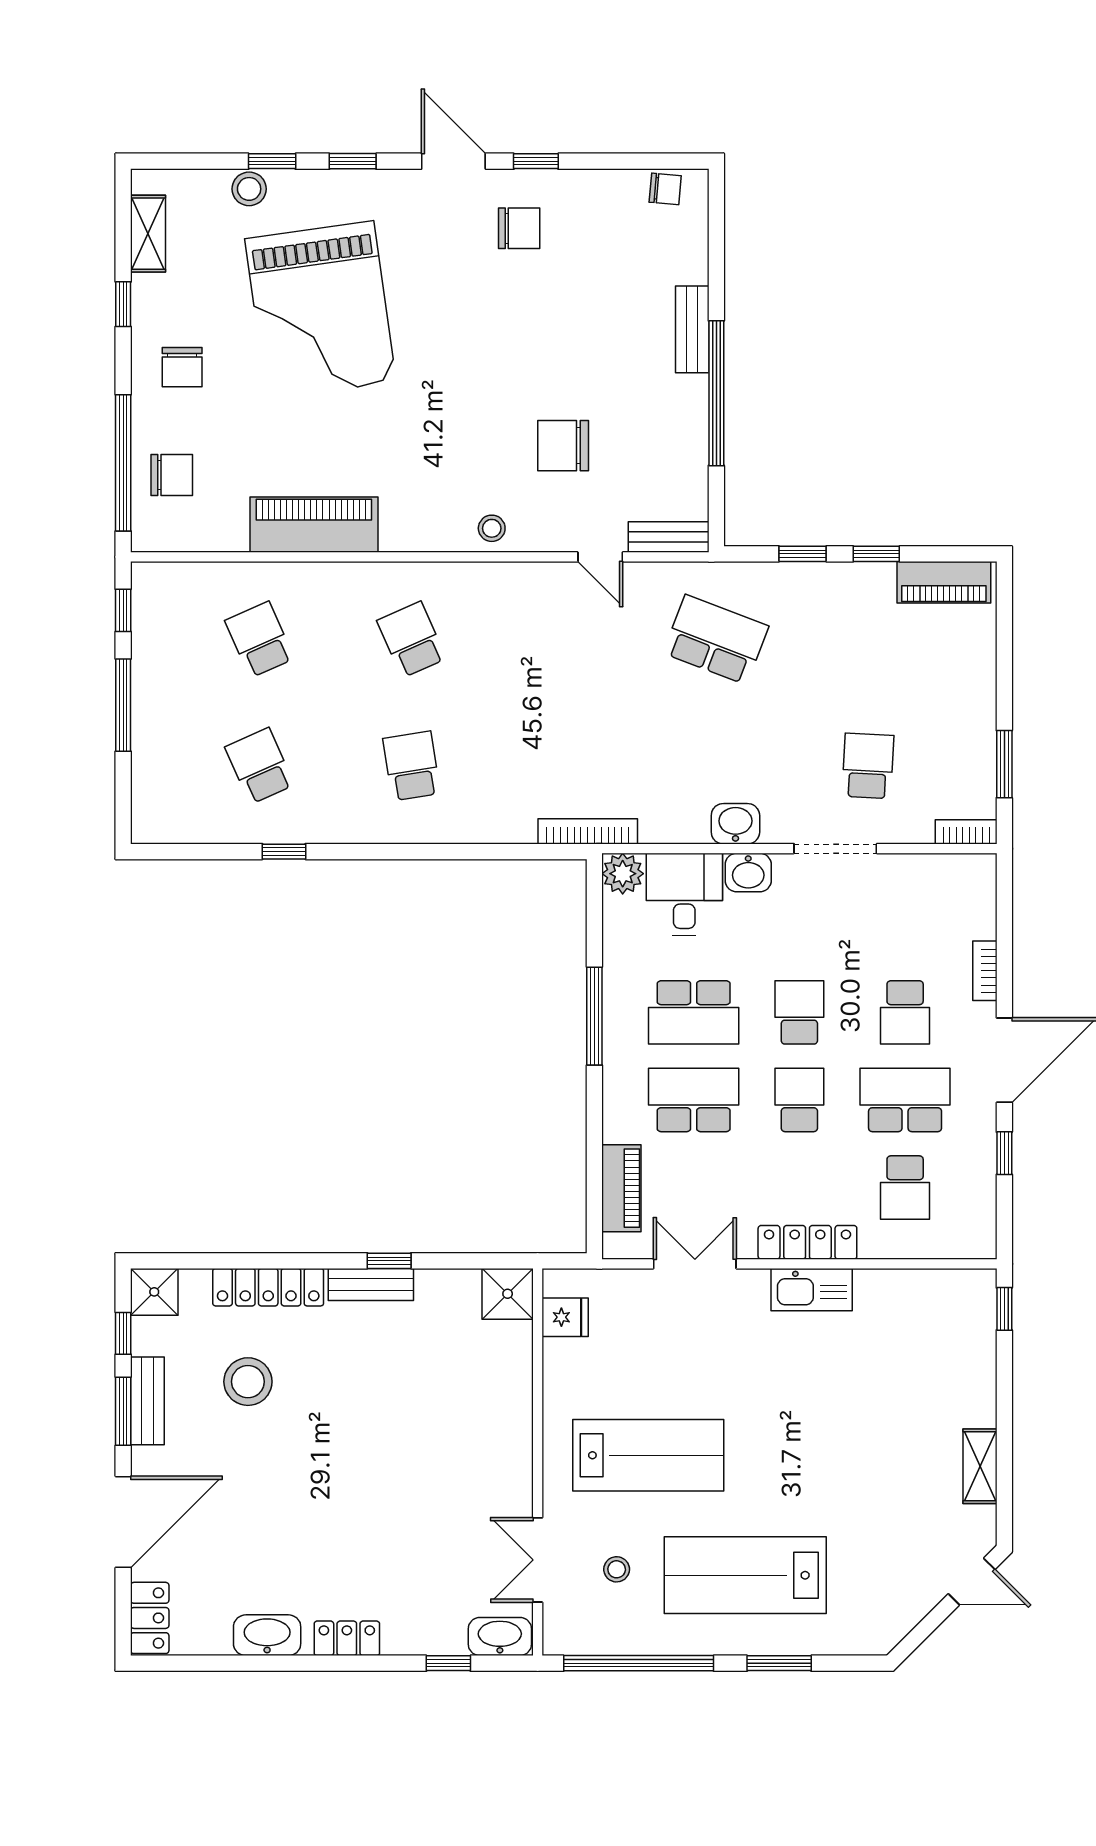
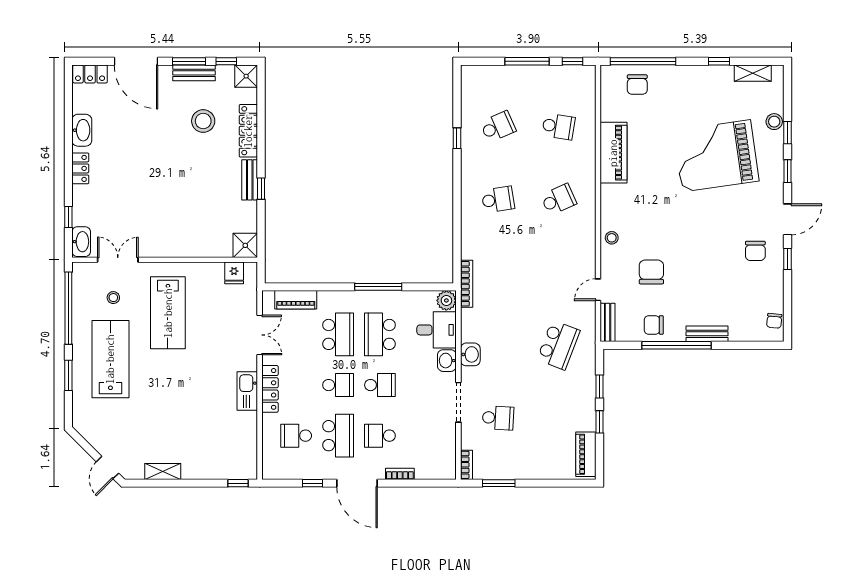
chair: (182, 367) -> (654, 325), moved
school desk: (260, 640) -> (558, 127), turned 33

